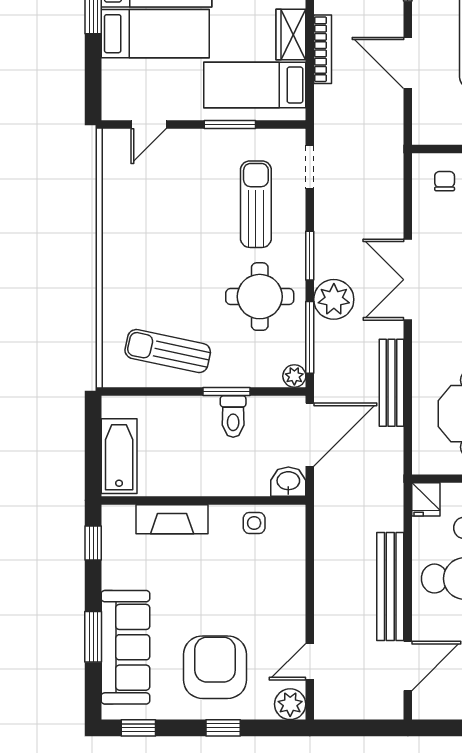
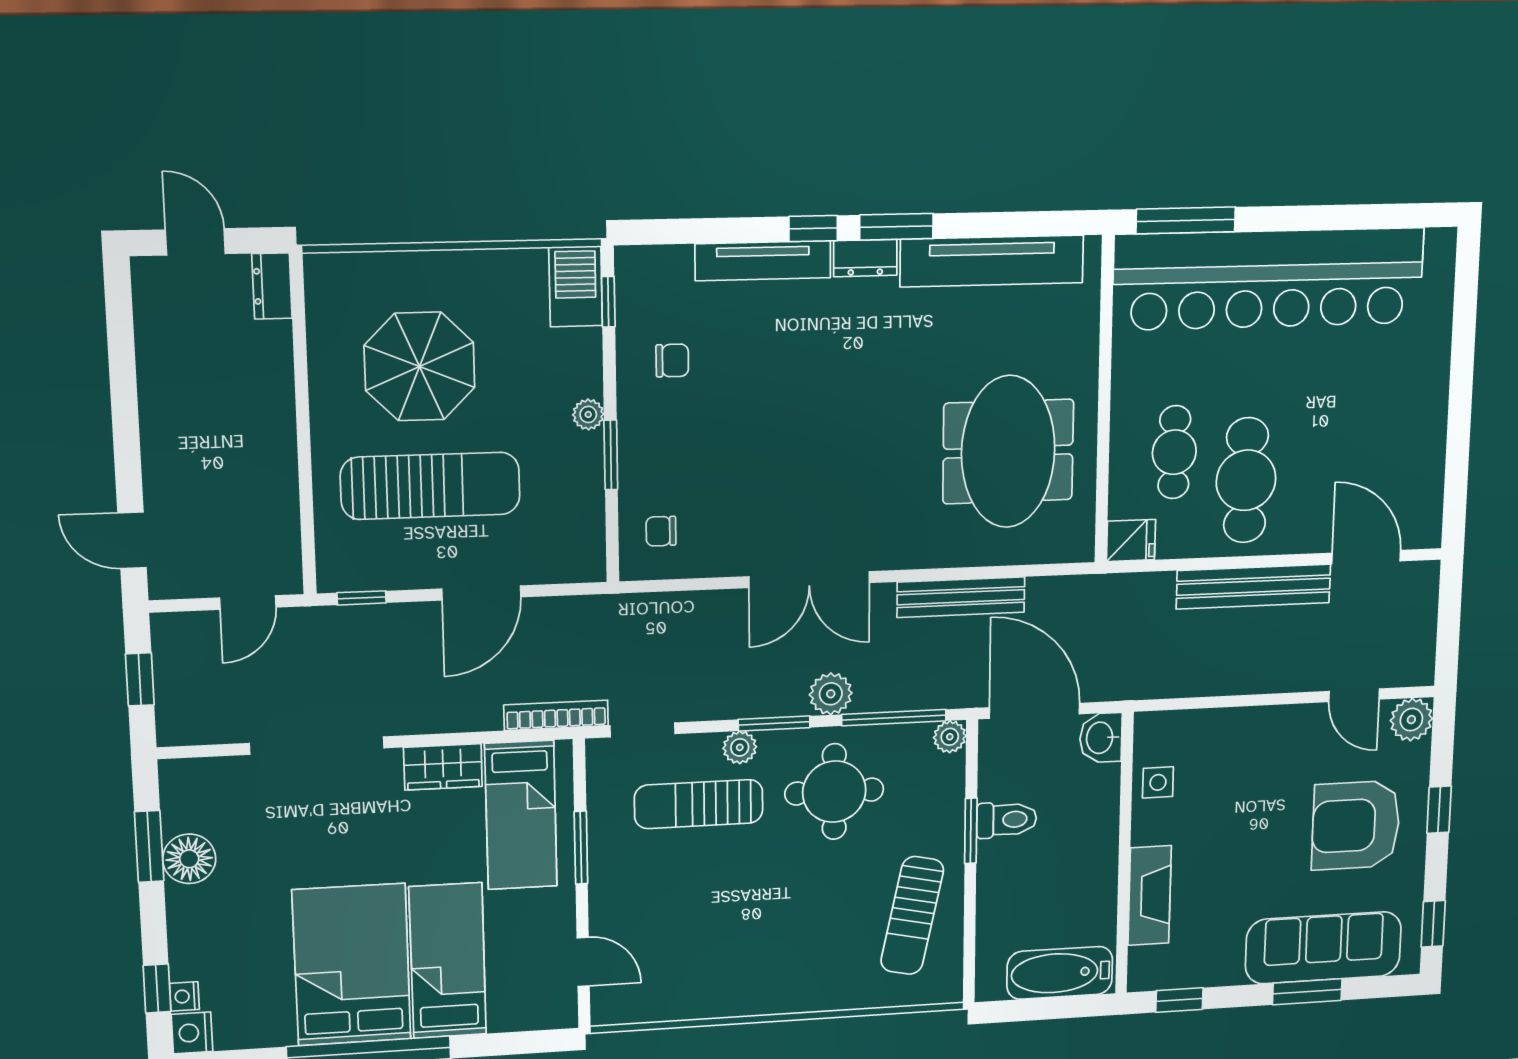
bookcase: (323, 49) -> (556, 715), moved
plant: (294, 232) -> (740, 747), added
plant: (334, 299) -> (831, 694), width x0.73, depth x0.73

